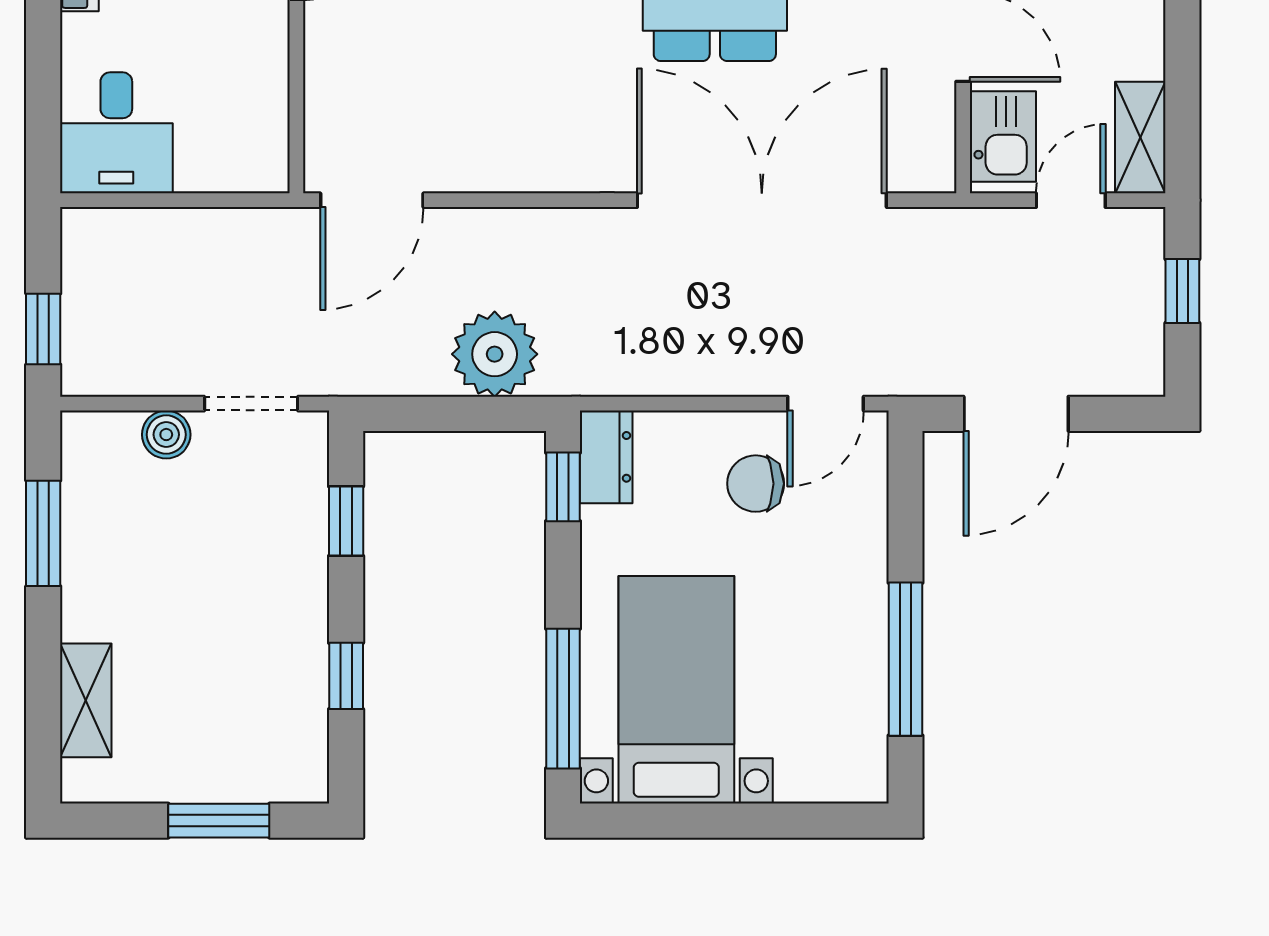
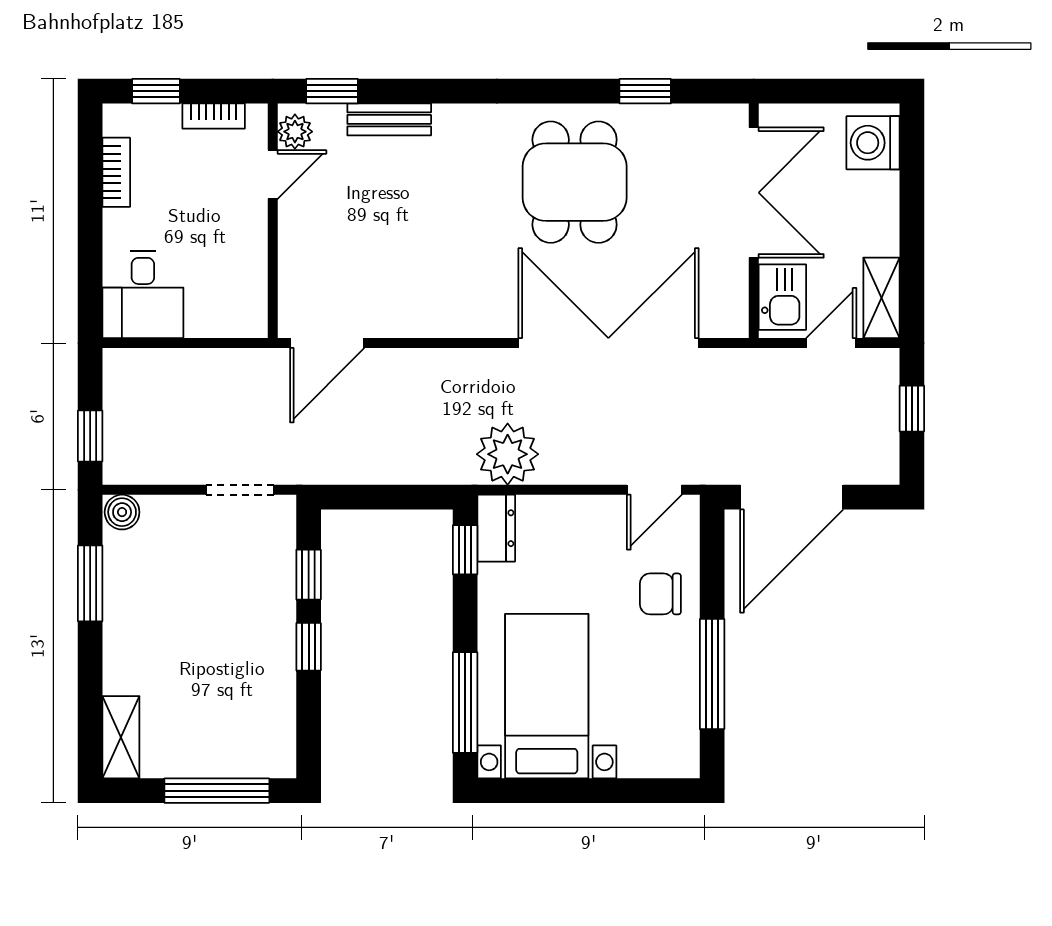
plant: (495, 354) -> (508, 454), moved
door: (1016, 414) -> (792, 497), width x1.36
boiler: (166, 435) -> (122, 512), moved
chair: (756, 484) -> (660, 594), moved
window: (346, 676) -> (309, 647), moved
shelving: (86, 700) -> (121, 737), moved
window: (219, 821) -> (217, 791), width x1.44

